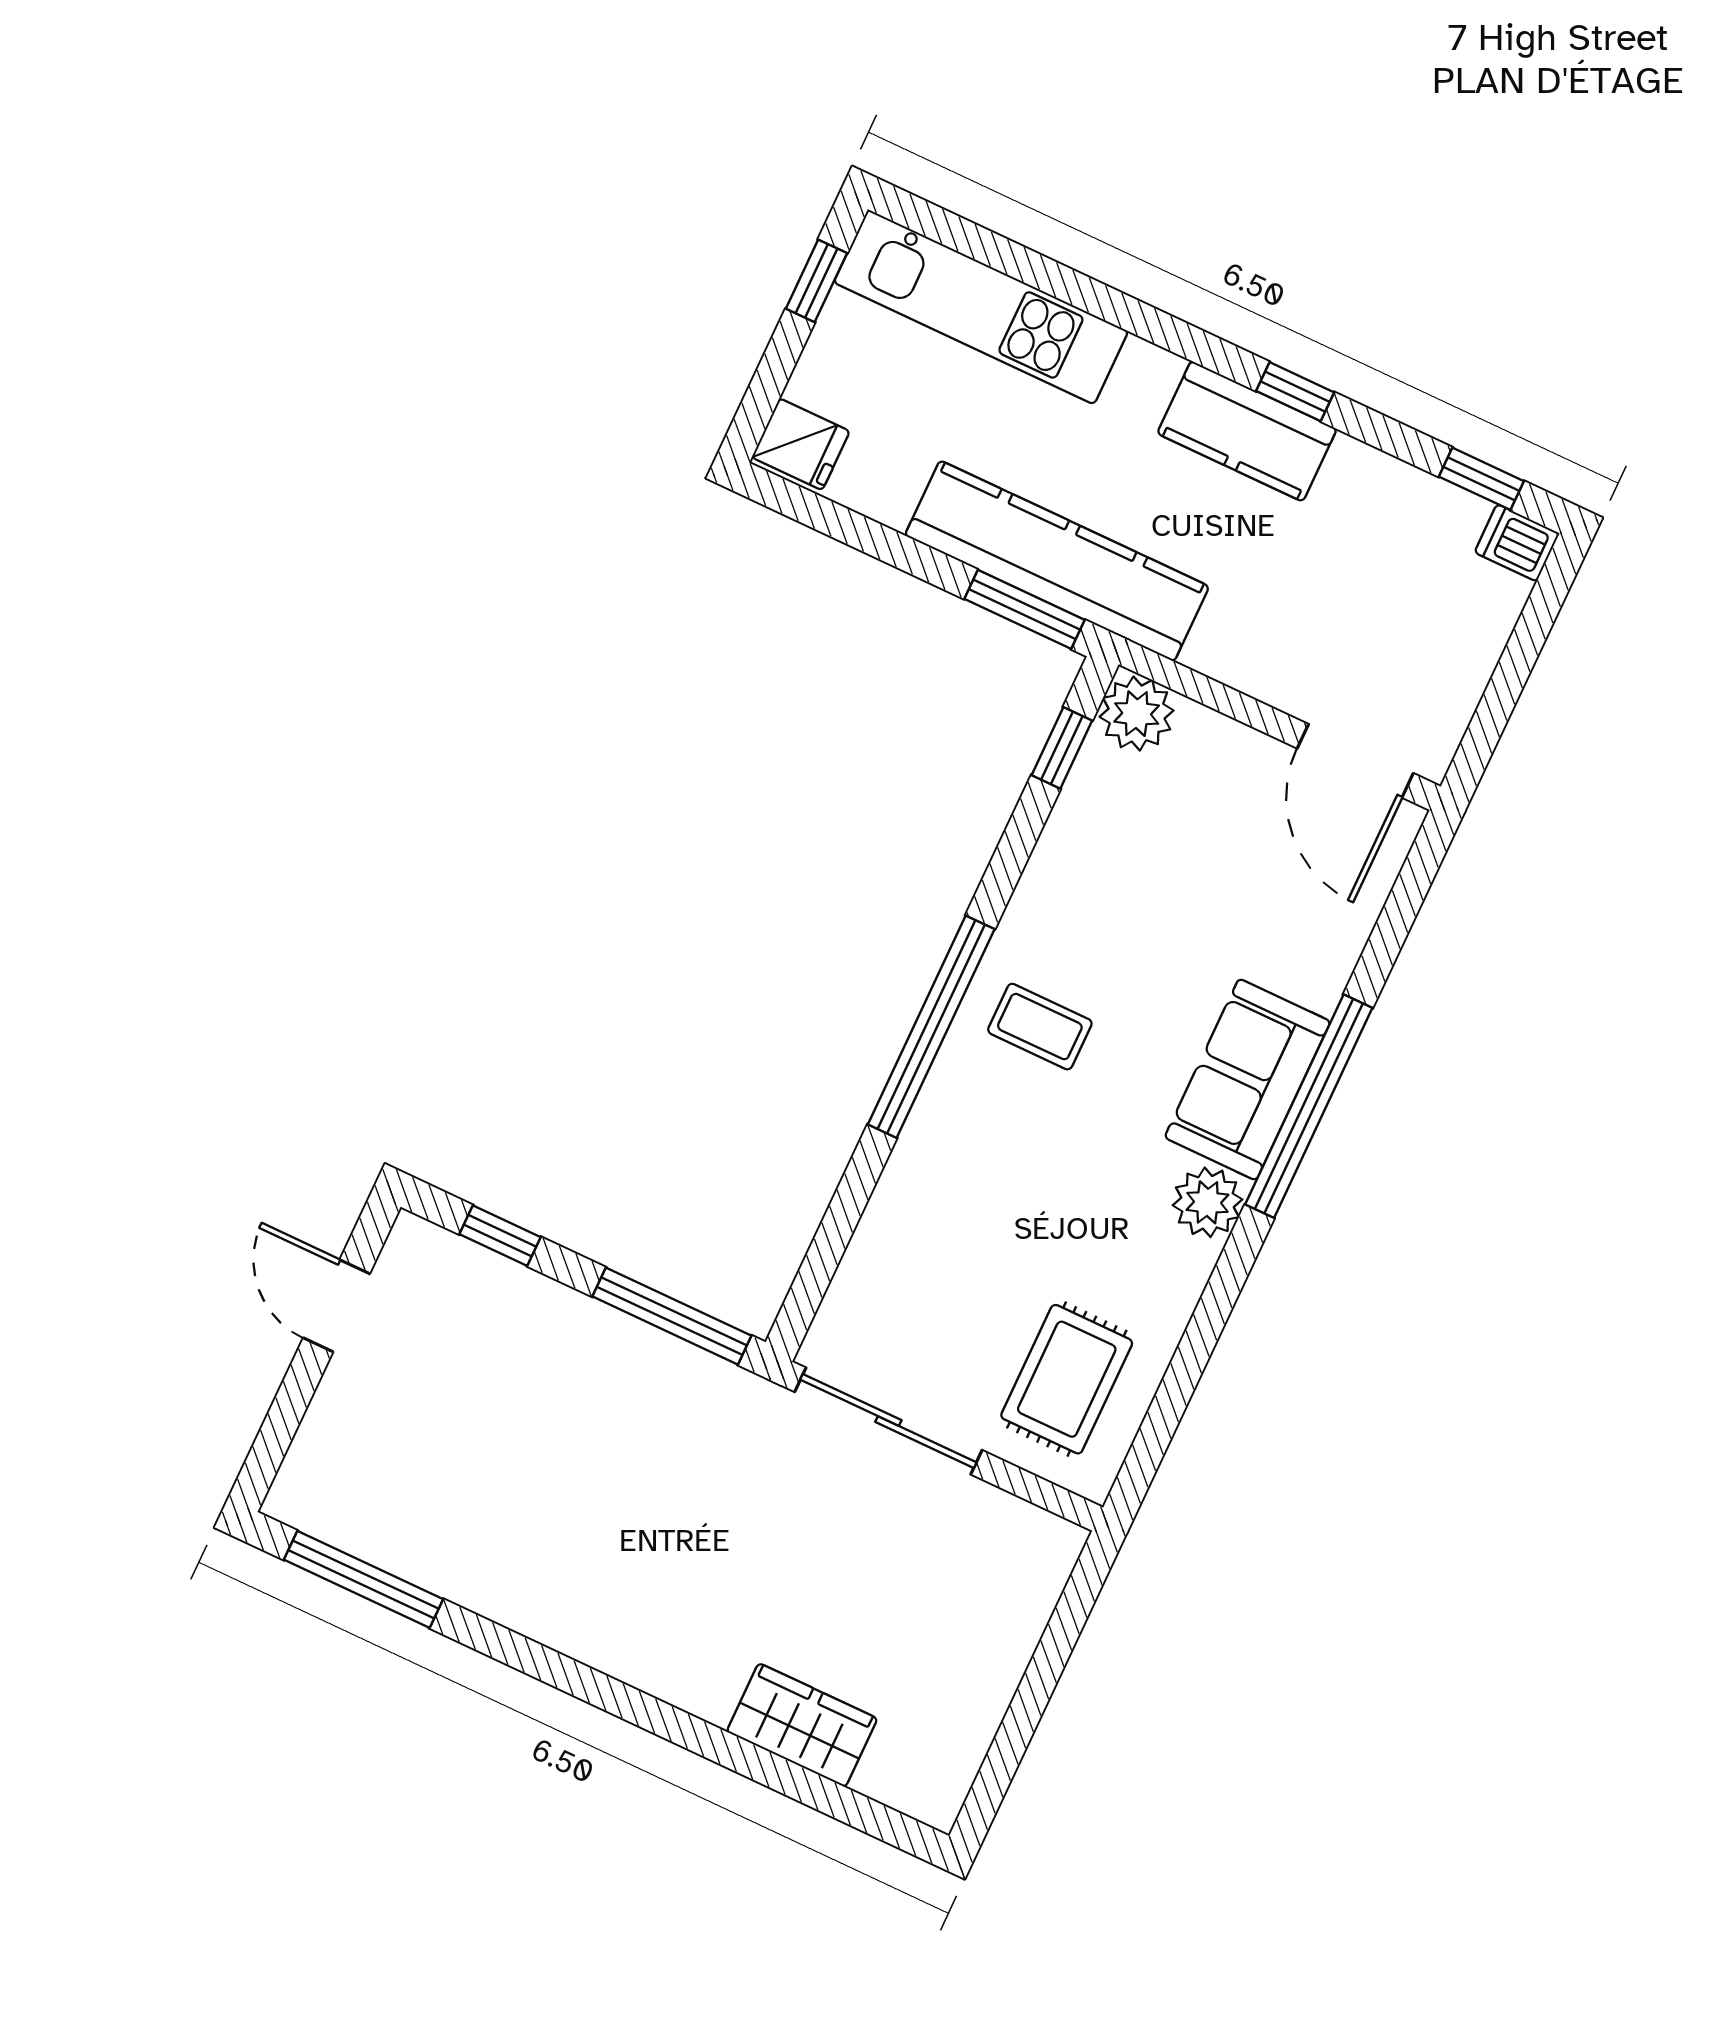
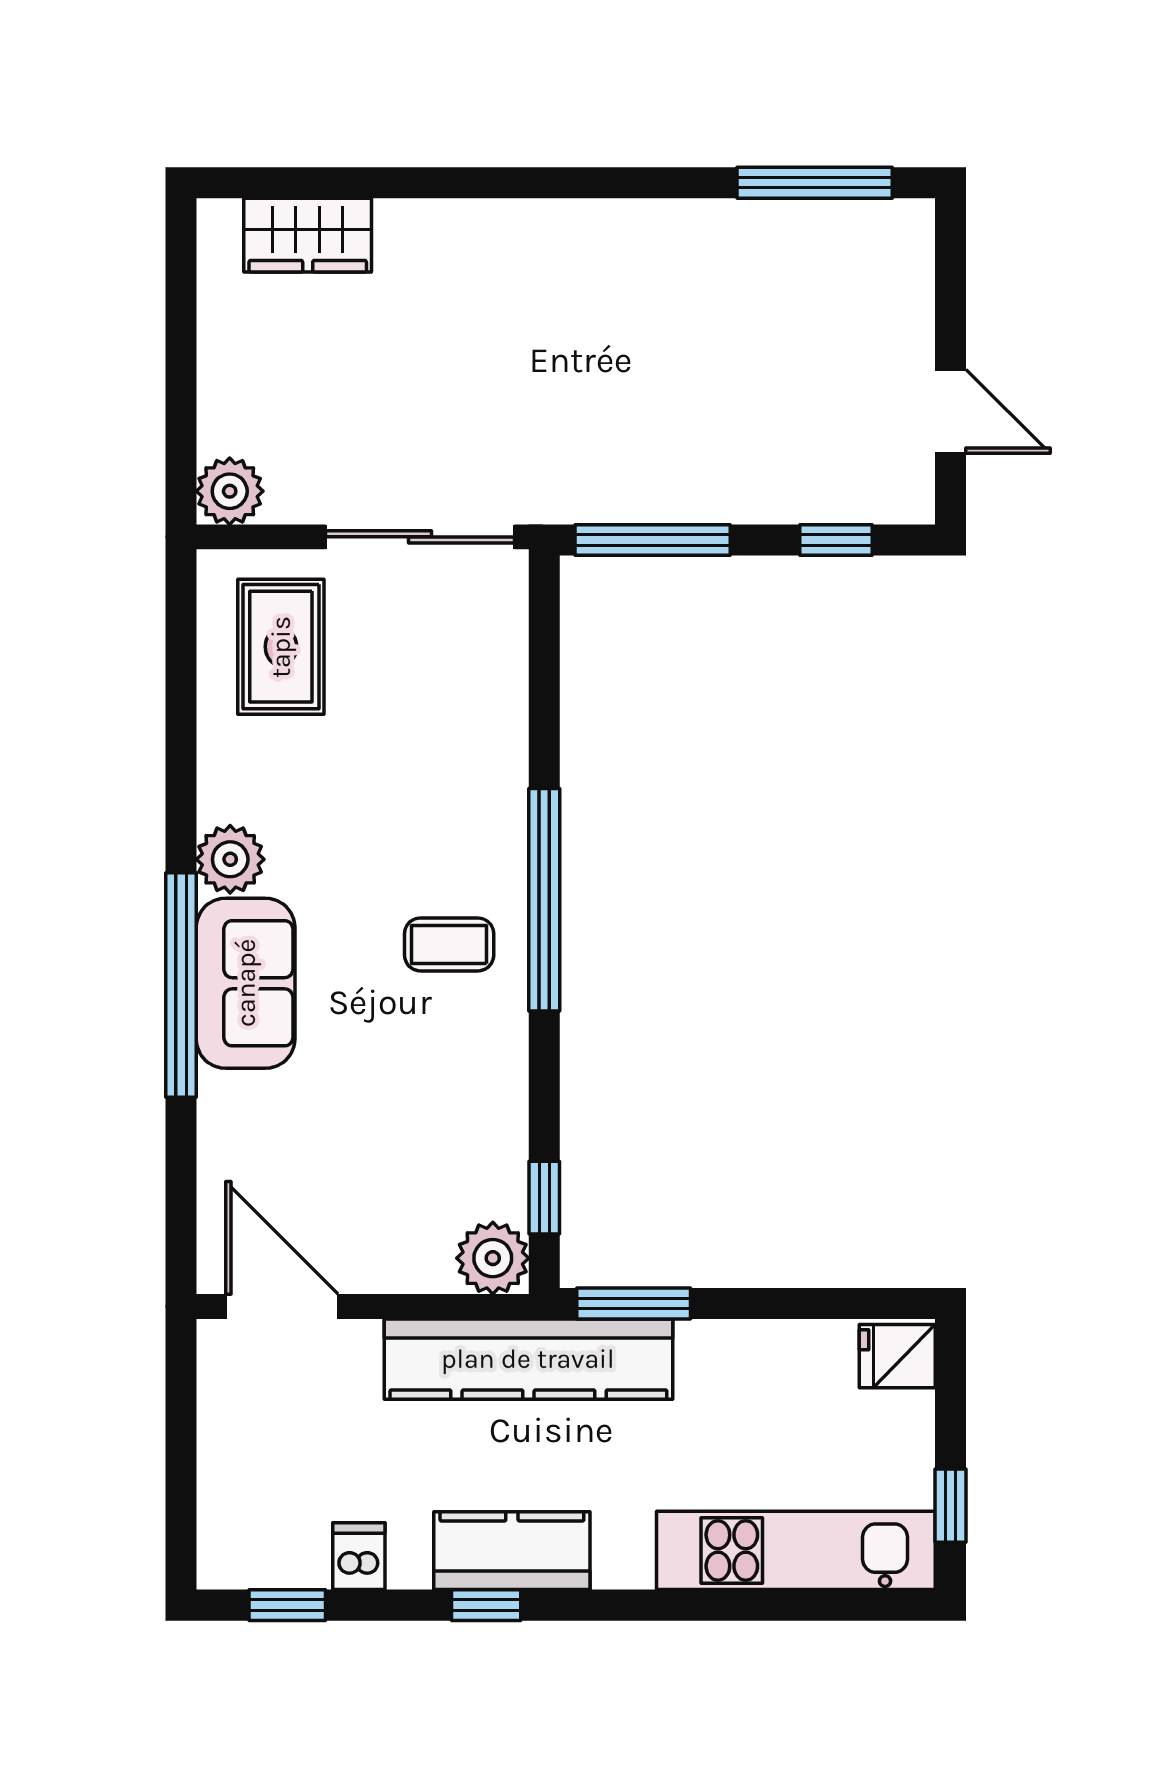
dishwasher: (1517, 543) -> (359, 1556), moved, turned -90
kitchen counter: (1057, 561) -> (528, 1359), moved
plant: (1047, 1547) -> (230, 491), added
wardrobe: (802, 1725) -> (308, 235), moved

